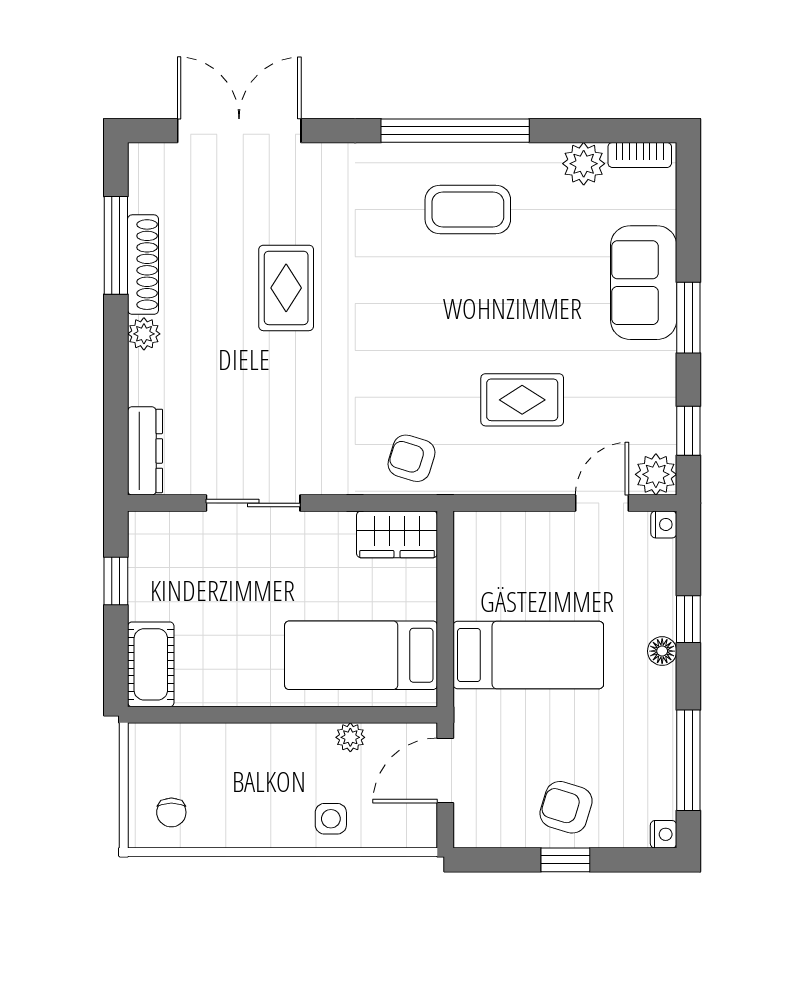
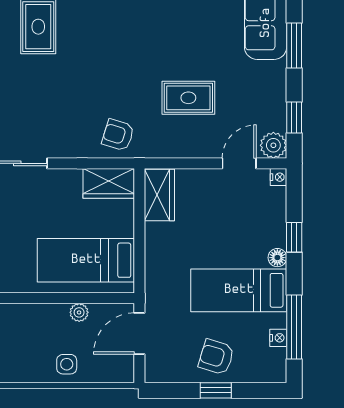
wardrobe: (477, 553) -> (159, 195), added
bed: (528, 655) -> (239, 290), moved, turned 180
nightstand: (664, 834) -> (278, 338), moved

